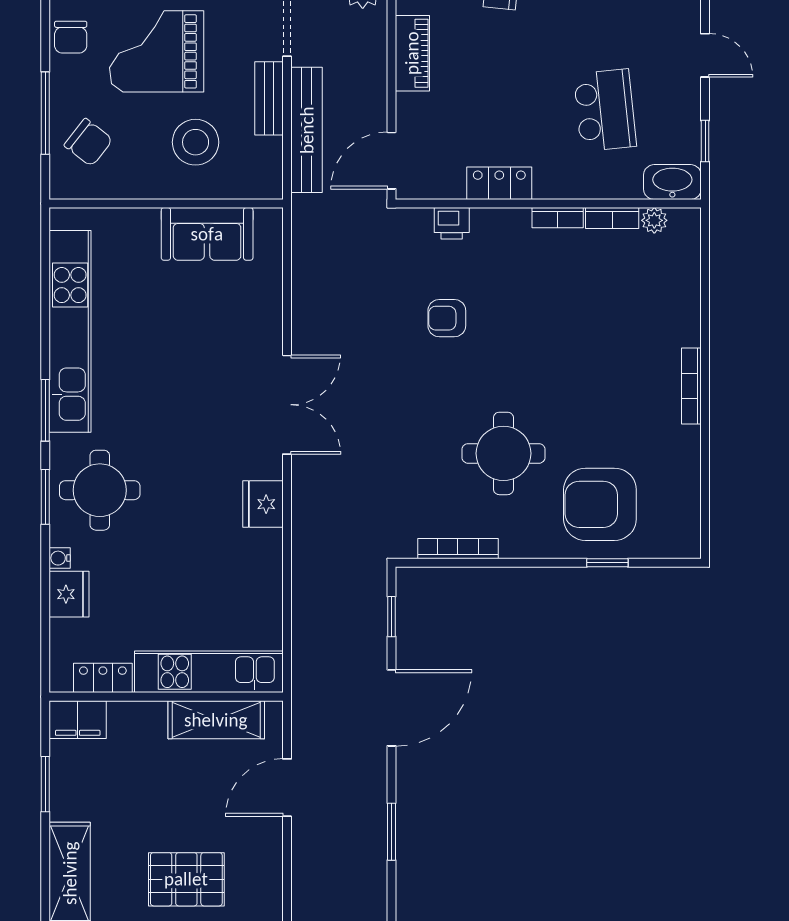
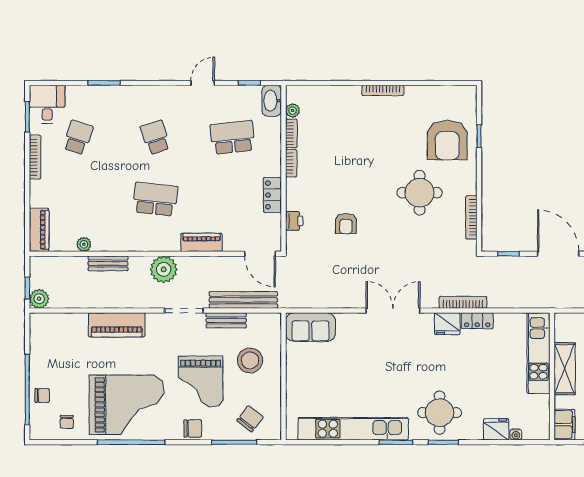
sofa: (207, 234) -> (310, 327), moved, turned 90
bookcase: (302, 533) -> (463, 302), added
water cooler: (60, 558) -> (516, 434), moved
locker: (103, 678) -> (477, 321), moved, turned -90
shelving: (216, 720) -> (565, 369), moved

